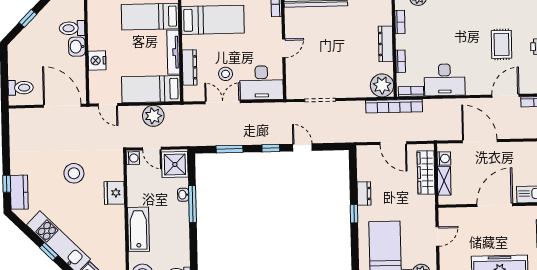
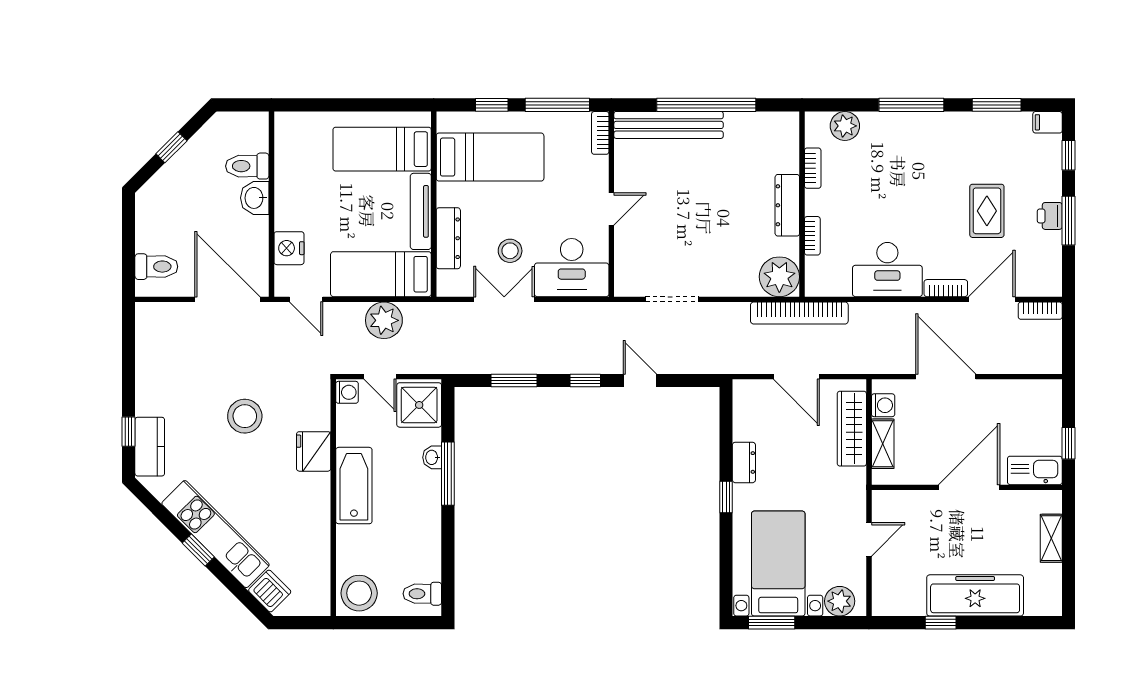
nightstand: (97, 60) -> (289, 248), moved
bookcase: (411, 91) -> (946, 288), moved
bathtub: (138, 229) -> (354, 486), moved

